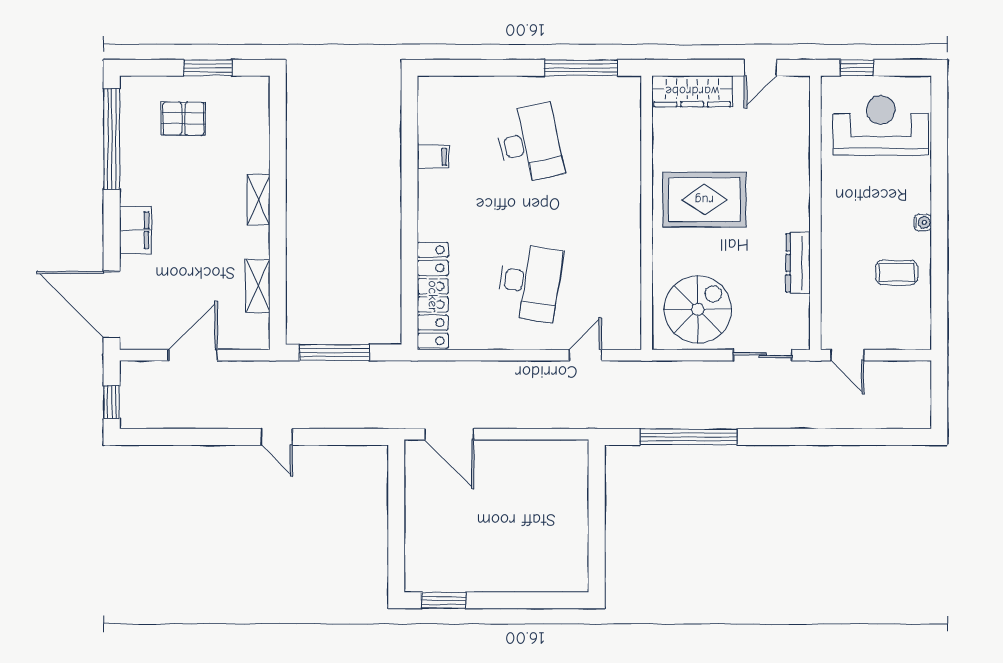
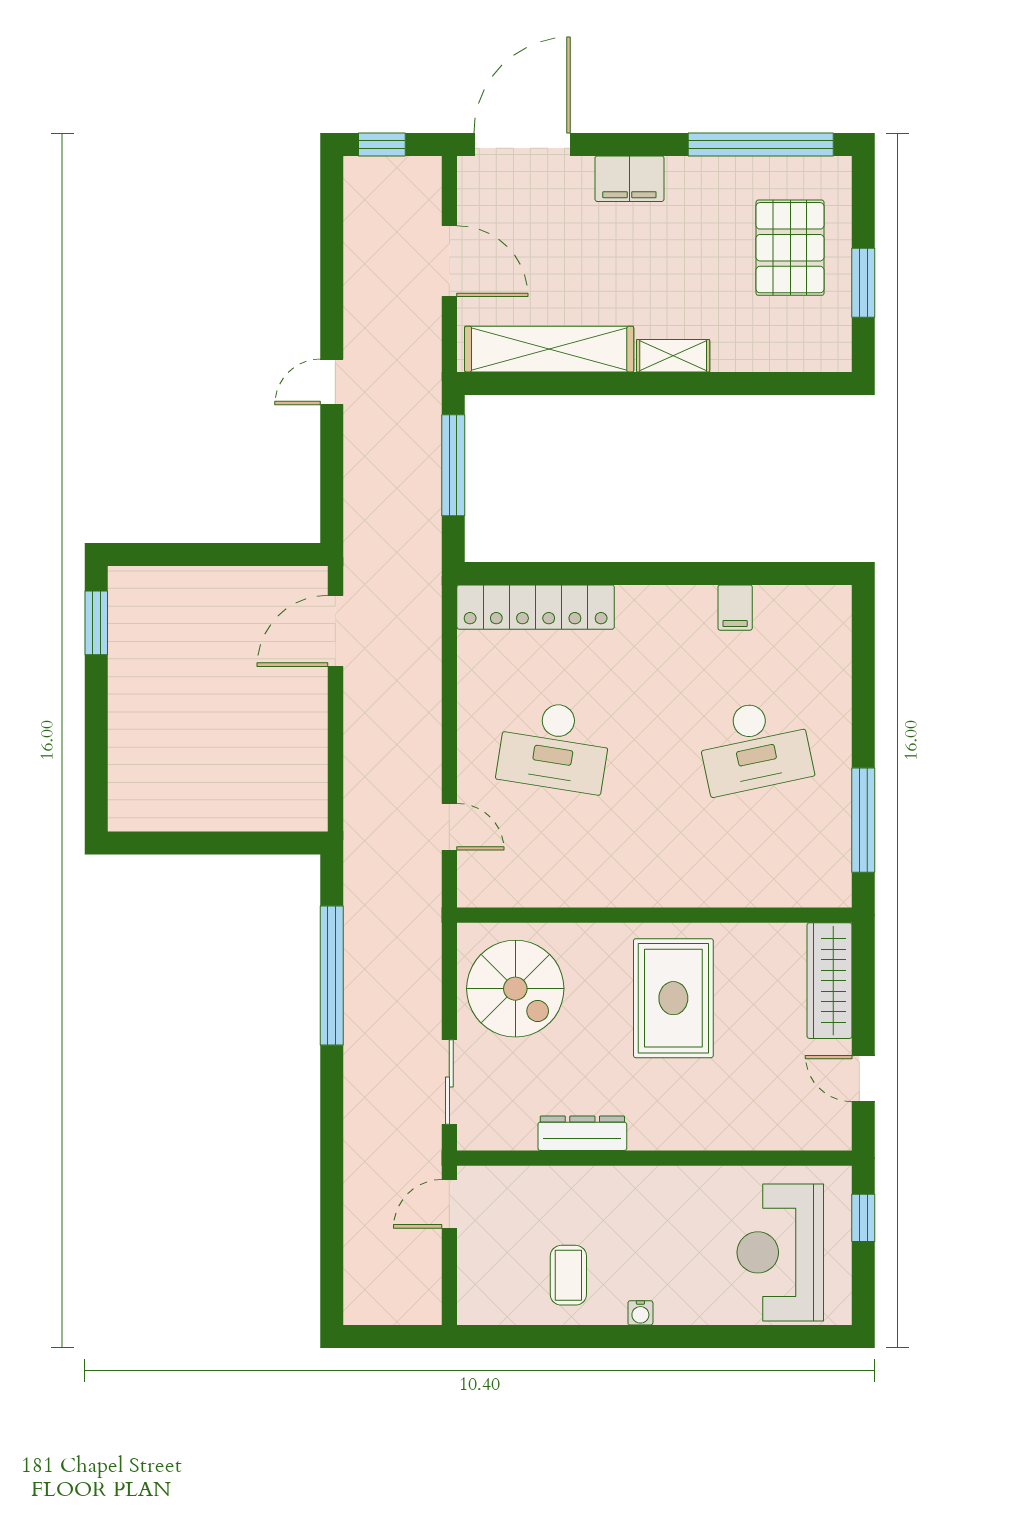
pallet: (183, 119) -> (790, 248), width x1.50, depth x1.42
reception desk: (881, 125) -> (780, 1252), turned 180
shelving: (258, 286) -> (549, 349), width x2.20, depth x1.33

